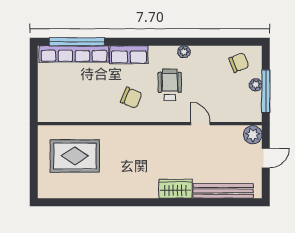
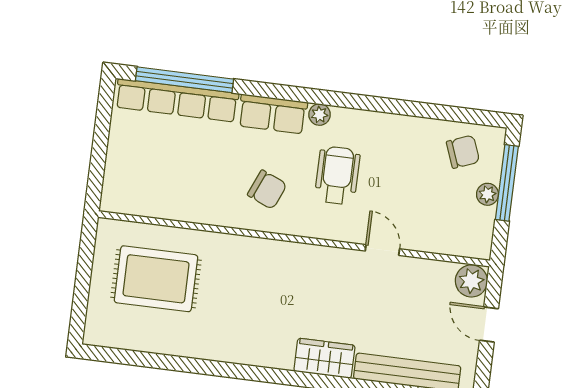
plant: (184, 52) -> (319, 115), moved
window: (266, 91) -> (507, 183), moved
door: (266, 158) -> (489, 324), swing flipped

